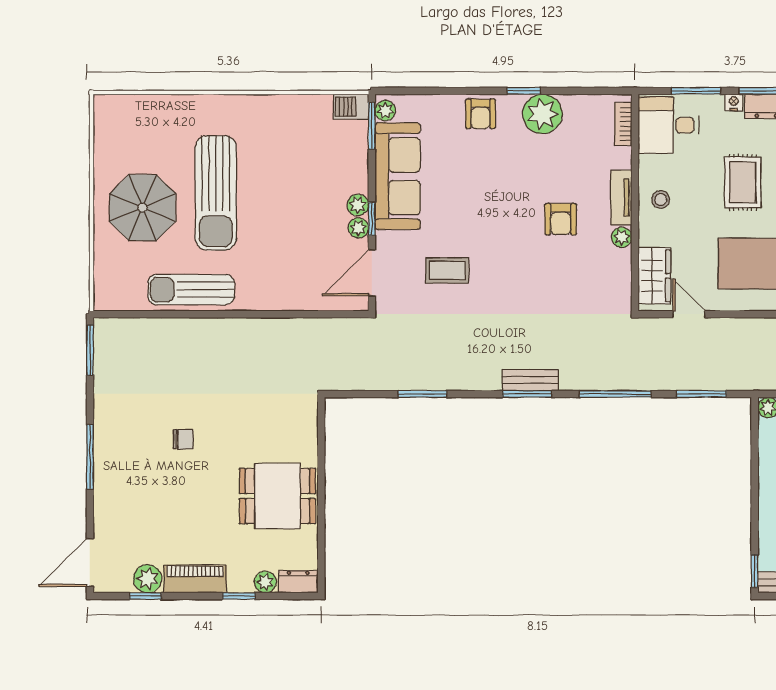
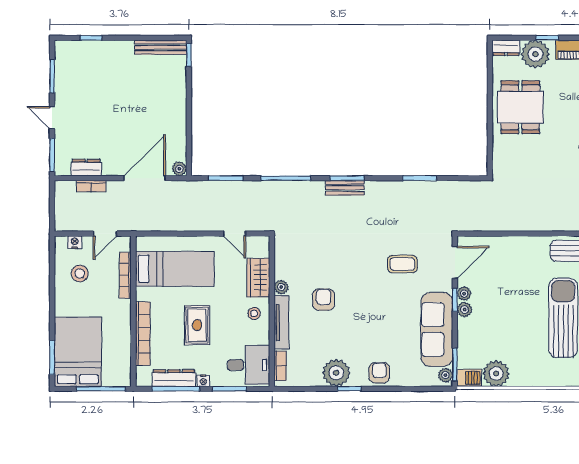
plant: (312, 113) -> (496, 374), added
tv unit: (621, 198) -> (281, 322), width x1.41
wardrobe: (654, 276) -> (258, 278), moved
dining table: (277, 496) -> (520, 107), turned 90
plant: (265, 582) -> (535, 54), width x1.88, depth x1.88

